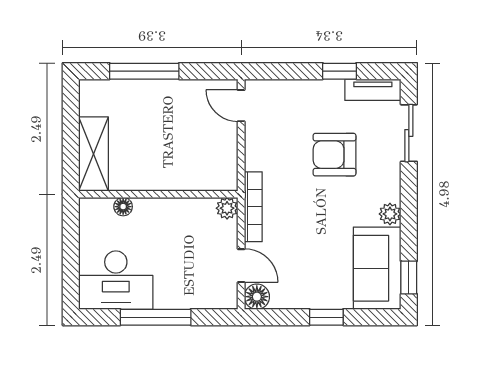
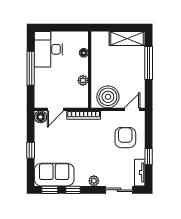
shelving: (94, 154) -> (127, 39), moved
armchair: (335, 155) -> (125, 138), moved
boiler: (215, 156) -> (108, 97), added
plant: (227, 208) -> (83, 80), moved
plant: (390, 214) -> (94, 181), moved
window: (409, 229) -> (73, 190), added

